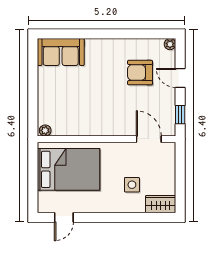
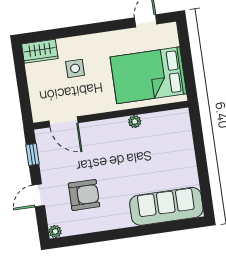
sofa: (61, 52) -> (166, 206), width x1.36
door: (180, 78) -> (38, 195), swing flipped
plant: (45, 130) -> (135, 122), moved

